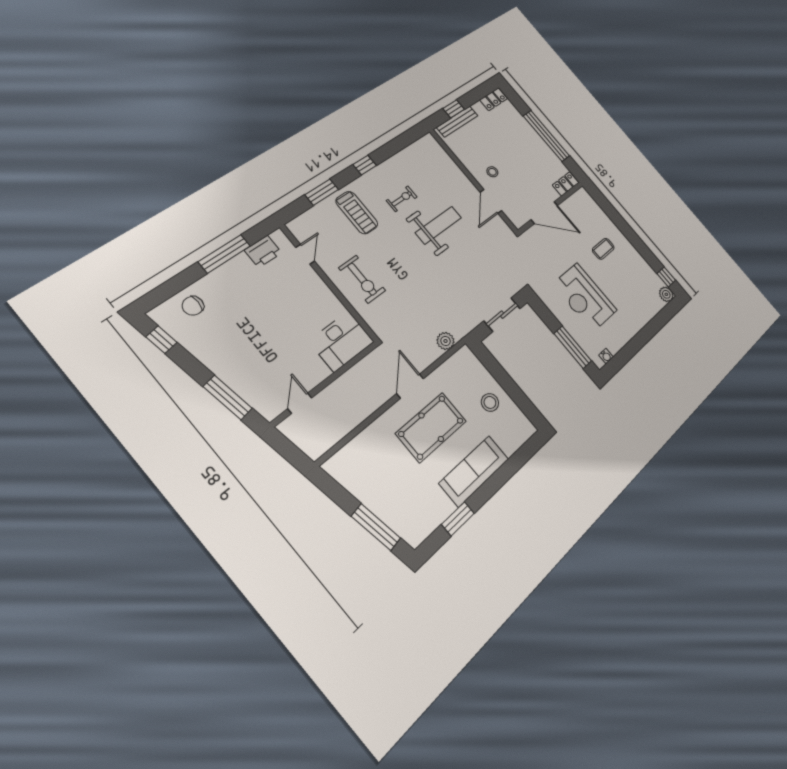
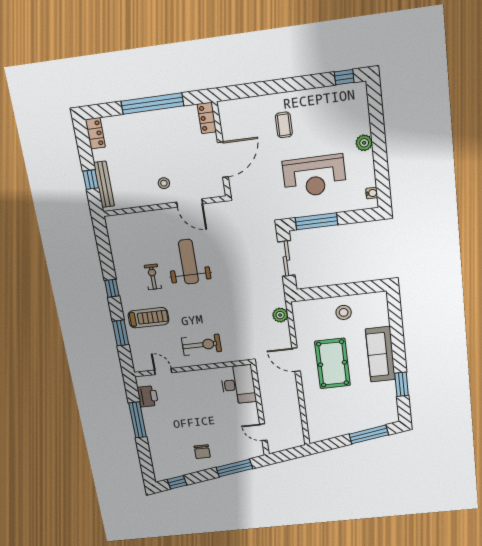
plant: (666, 294) -> (364, 143), moved
chair: (193, 306) -> (202, 452), moved
window: (573, 347) -> (317, 221), moved

